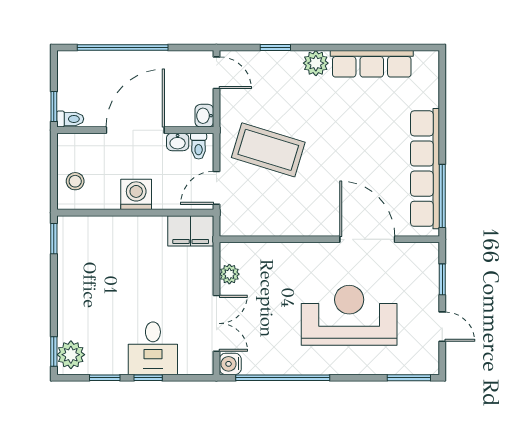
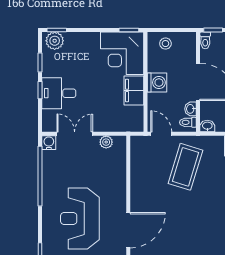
filing cabinet: (191, 231) -> (134, 90), moved
corner desk: (90, 249) -> (122, 53), added
reception desk: (349, 315) -> (80, 219), turned 180
double door: (216, 323) -> (75, 134), swing flipped

